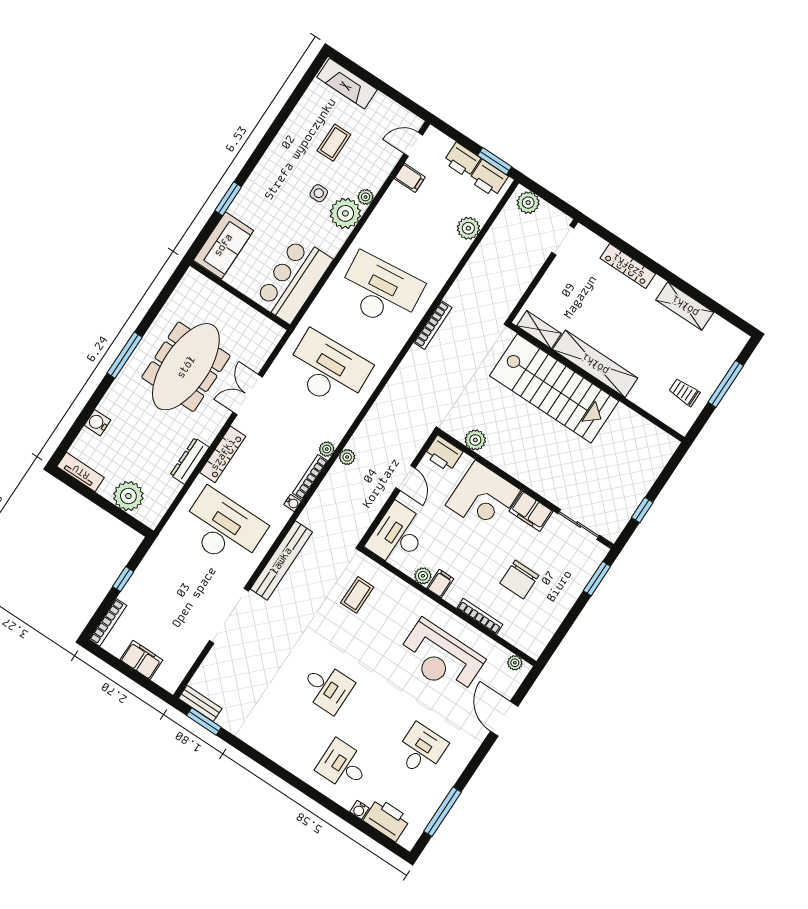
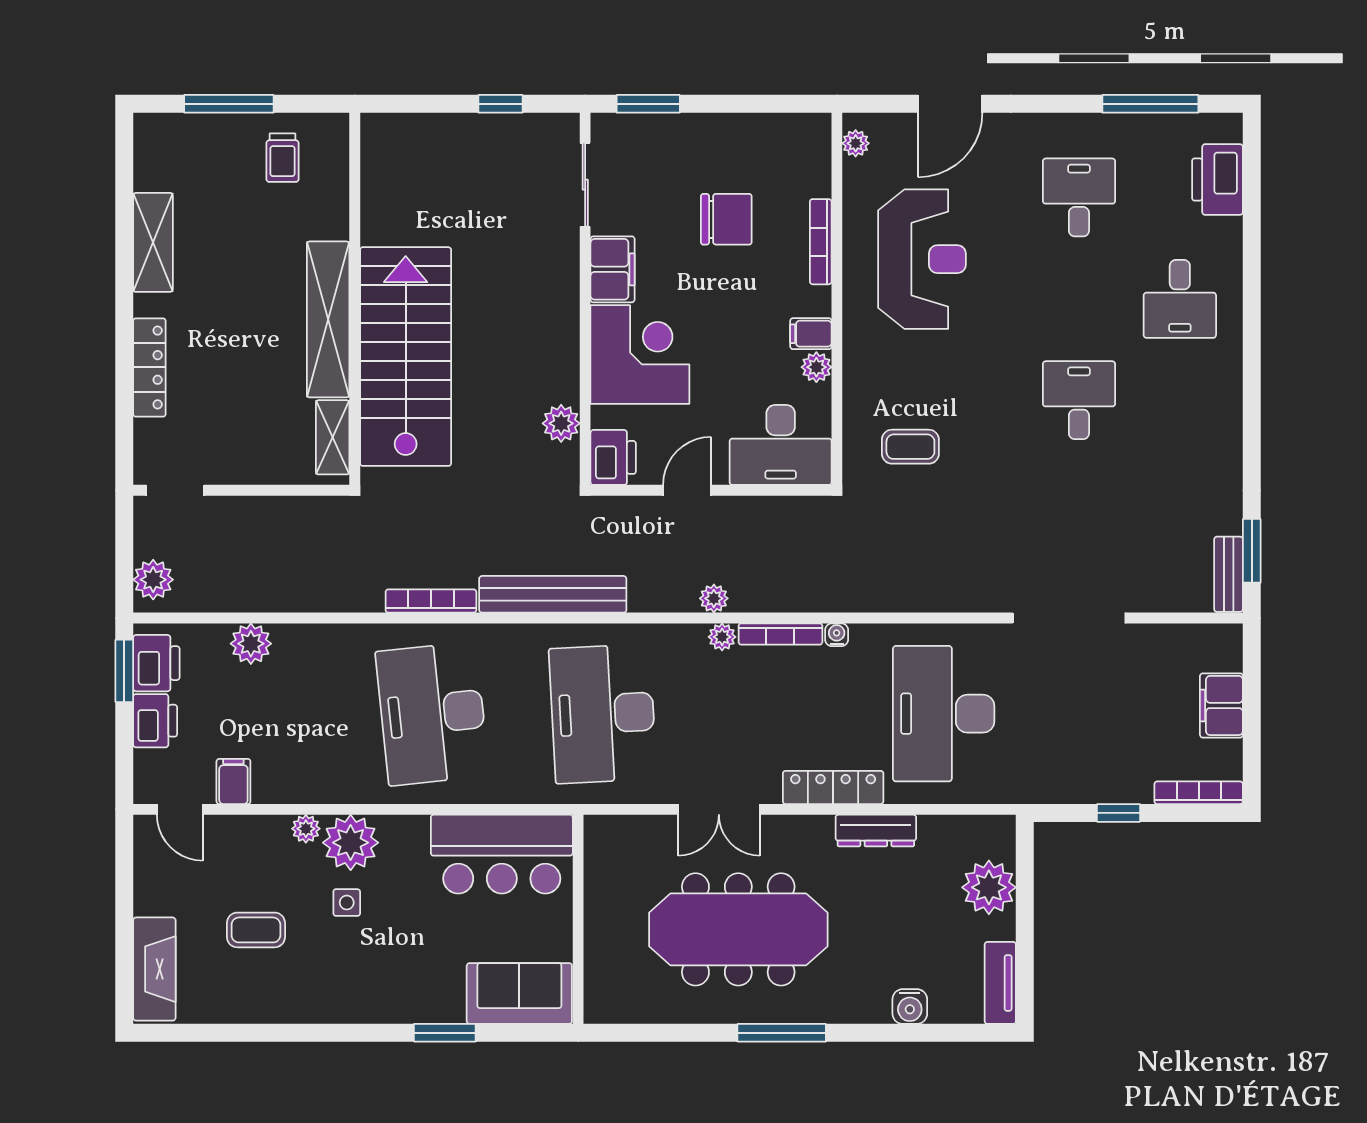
bench: (281, 561) -> (553, 594), moved
desk: (421, 750) -> (1079, 197), turned 90
water cooler: (359, 810) -> (1230, 230), removed

